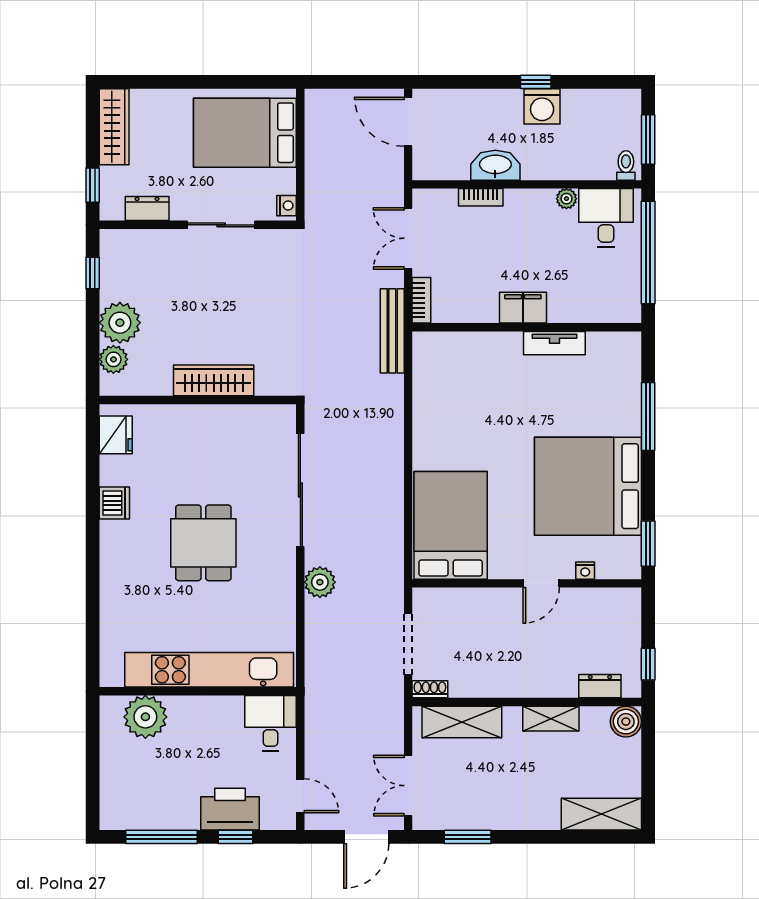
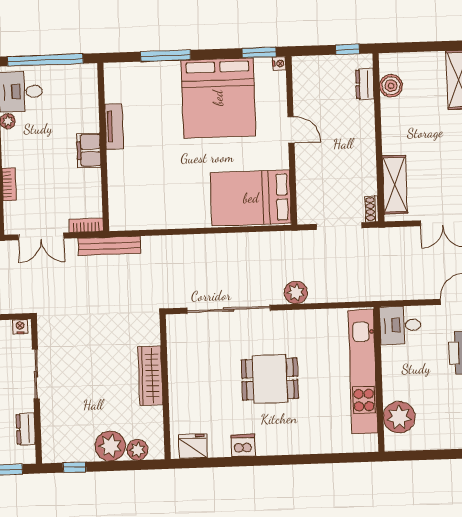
nightstand: (585, 571) -> (279, 63), moved
shelving: (551, 719) -> (390, 119), removed
boiler: (626, 722) -> (391, 86), moved

